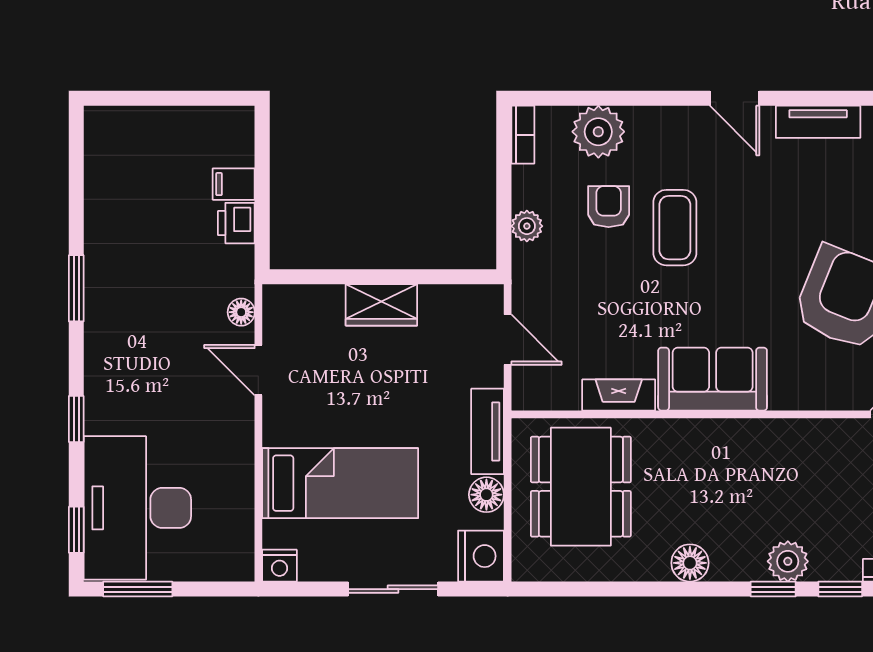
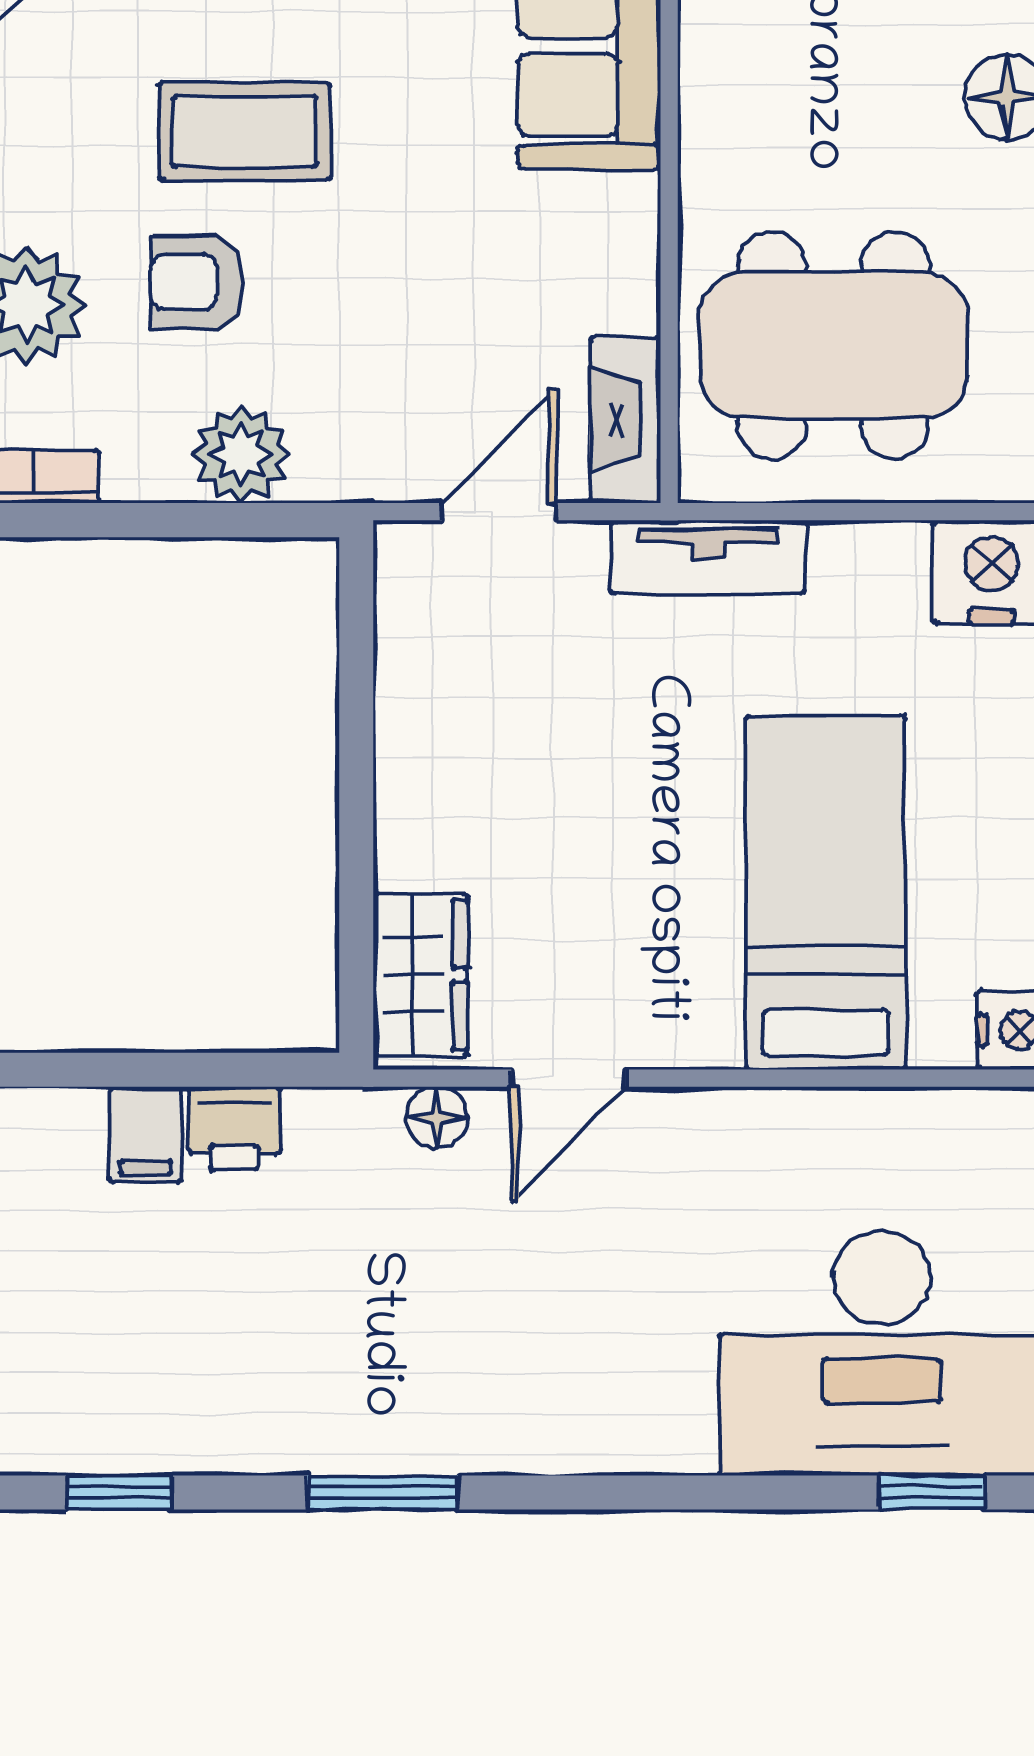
plant: (527, 226) -> (241, 455), width x1.38, depth x1.38
wardrobe: (381, 305) -> (420, 975), moved
fireplace: (619, 395) -> (625, 420), moved
window: (76, 419) -> (120, 1492), moved
floor lamp: (486, 495) -> (852, 560), removed

